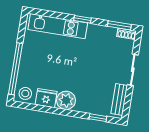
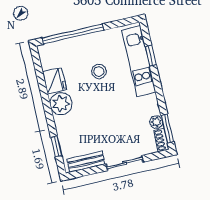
window: (82, 19) -> (151, 56), moved
plant: (111, 32) -> (156, 122), added
stool: (25, 93) -> (99, 72), moved

